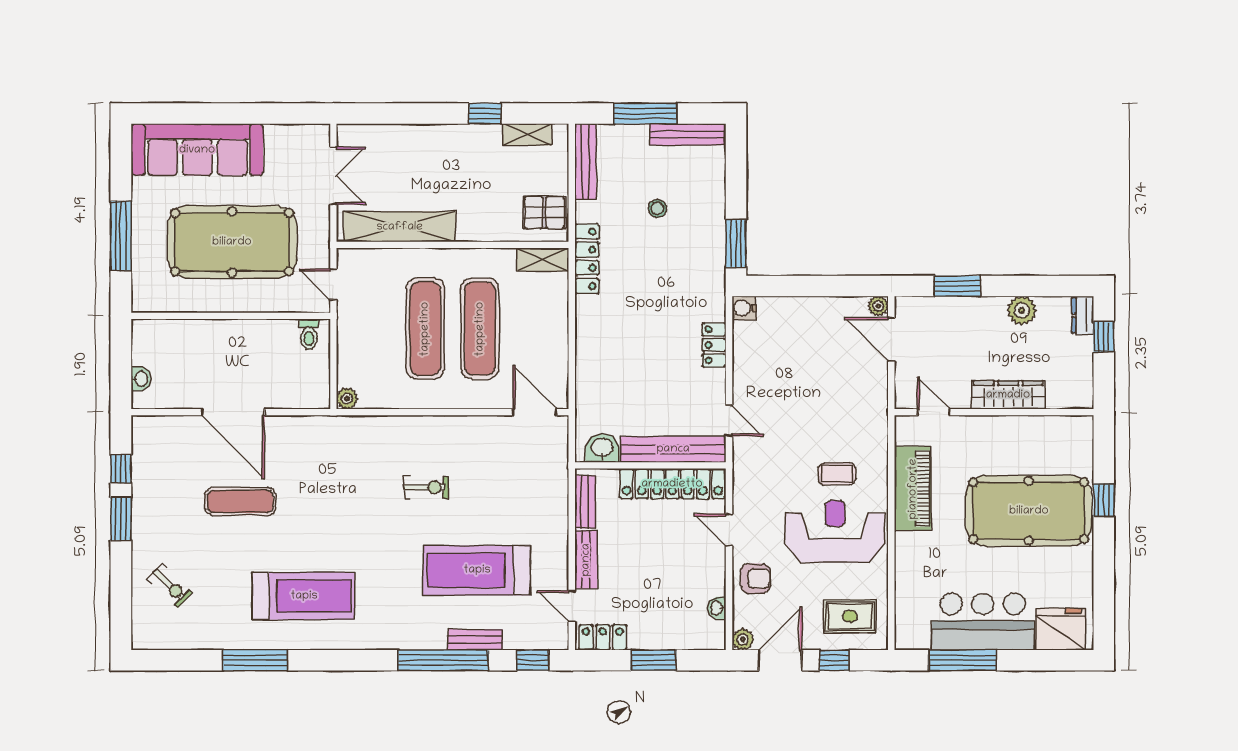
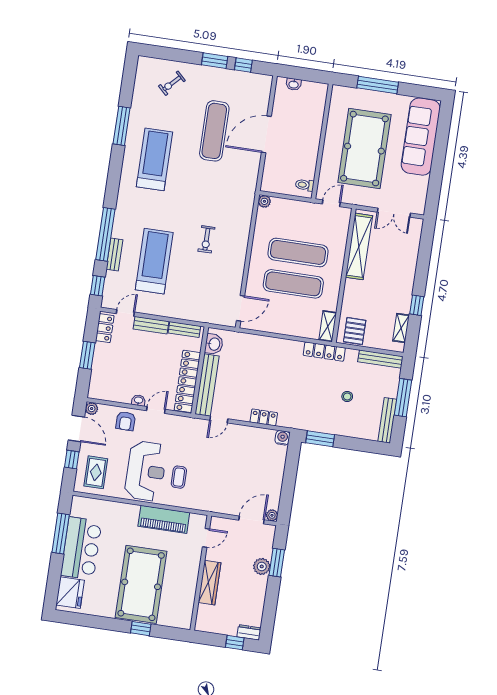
plant: (1022, 310) -> (262, 566), moved
exercise mat: (240, 501) -> (214, 131), width x1.36, depth x1.45
treadmill: (304, 596) -> (154, 159), turned 180
washbasin: (717, 608) -> (139, 400), moved

